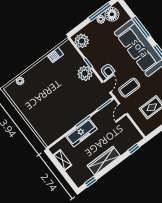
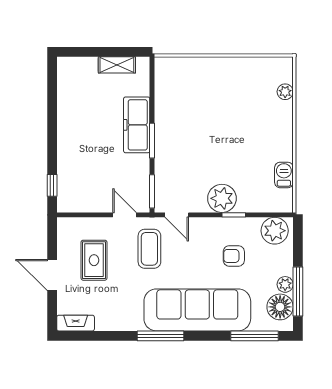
window: (141, 27) -> (255, 336), moved
armchair: (107, 70) -> (234, 256), moved
wardrobe: (104, 161) -> (69, 126), removed
window: (91, 182) -> (52, 83), removed

